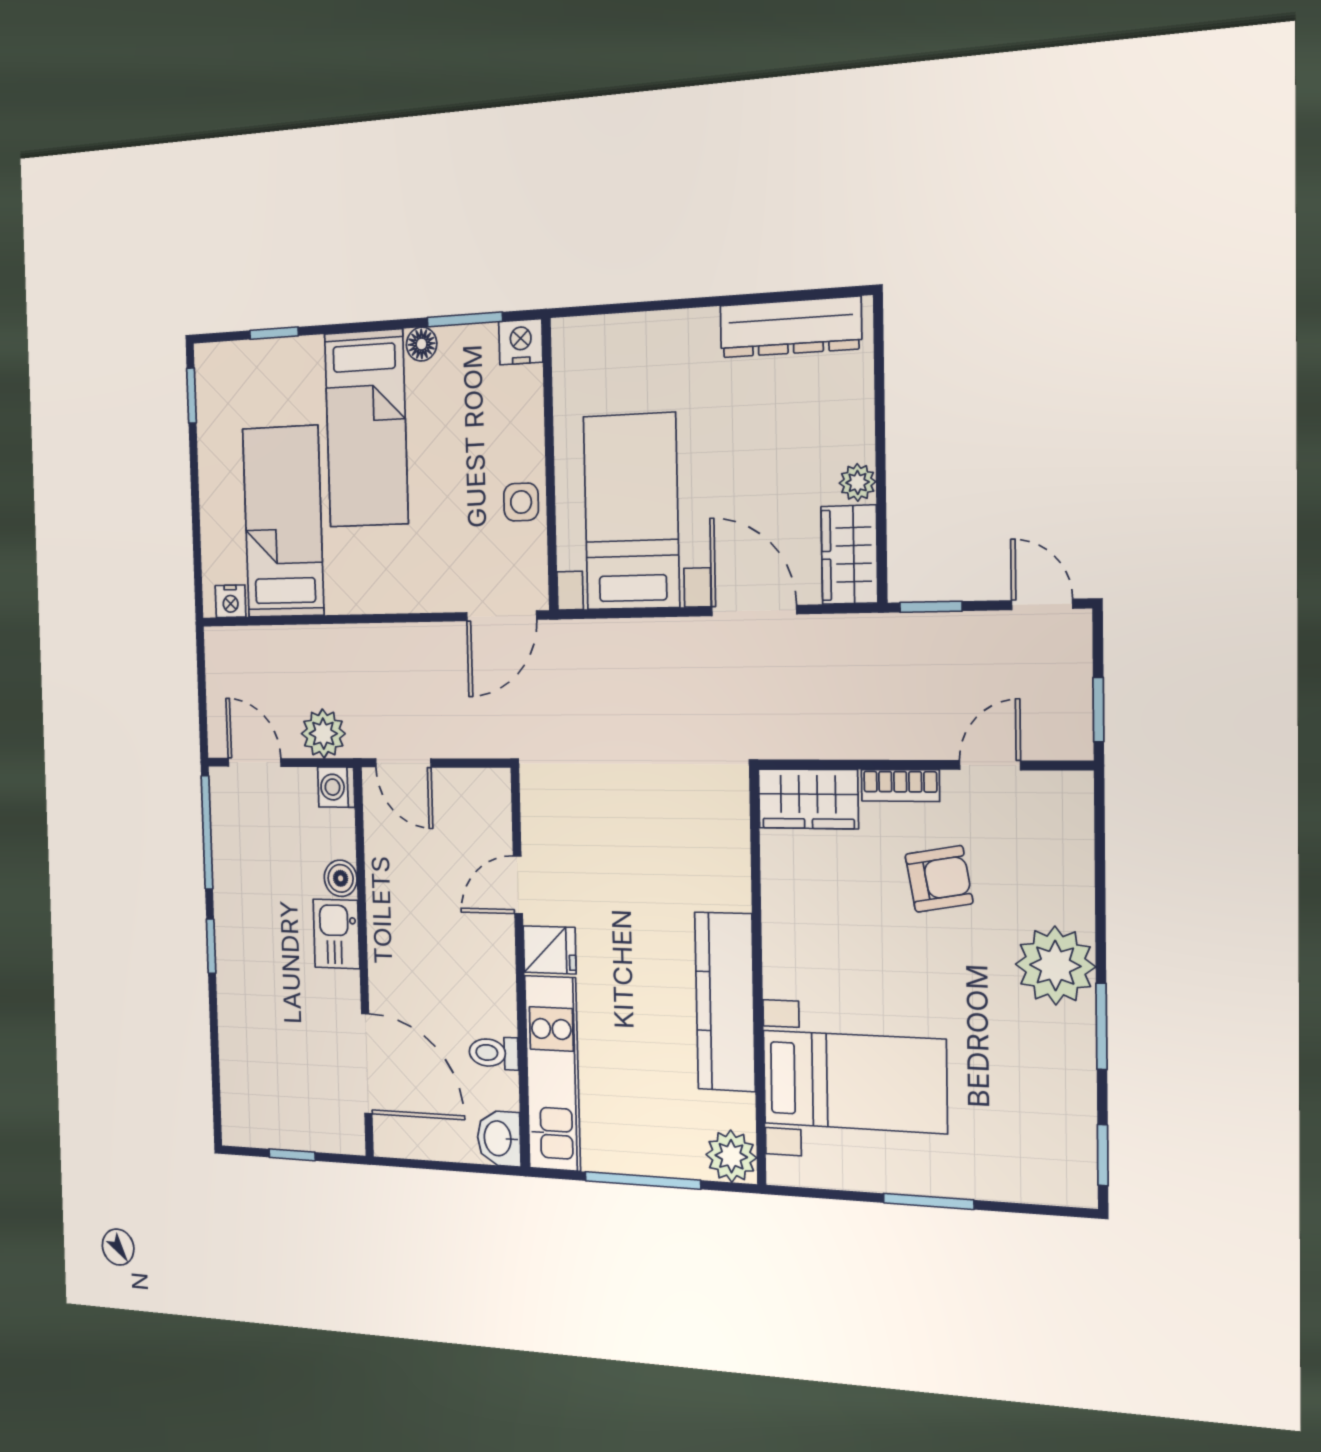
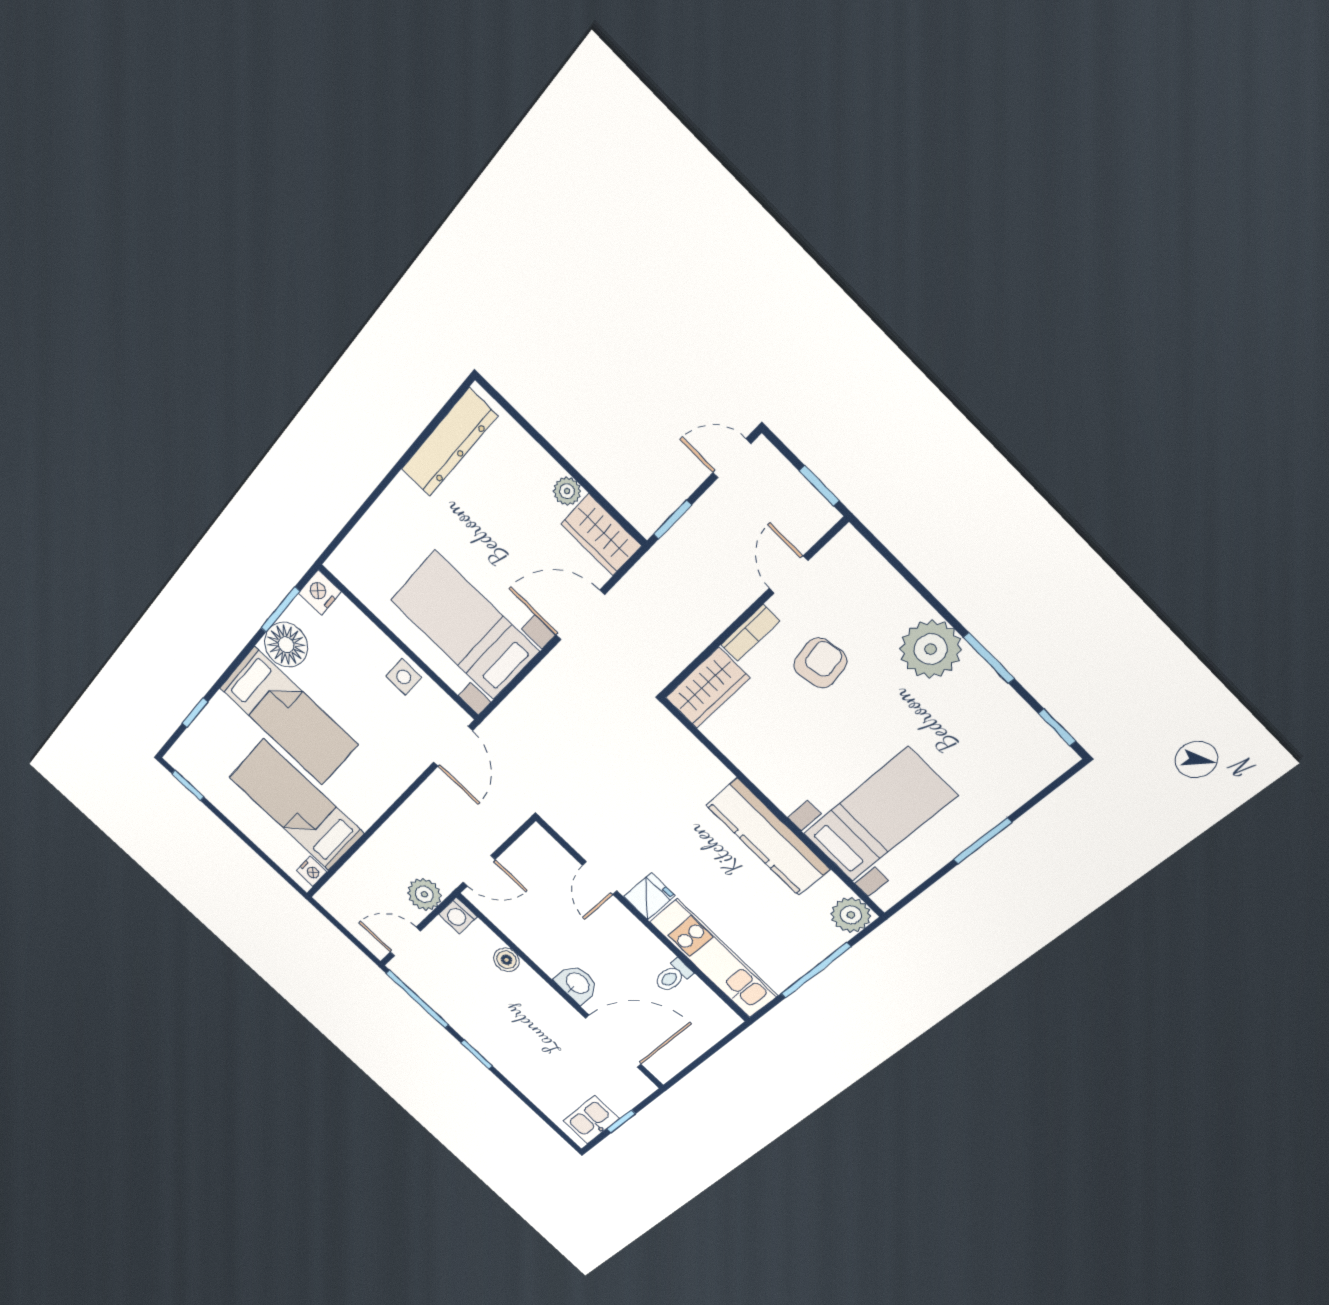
floor lamp: (422, 344) -> (286, 645), width x1.89, depth x1.89
kitchen sink: (336, 934) -> (591, 1120), moved, turned 90
washbasin: (499, 1138) -> (577, 984), moved, turned 180

